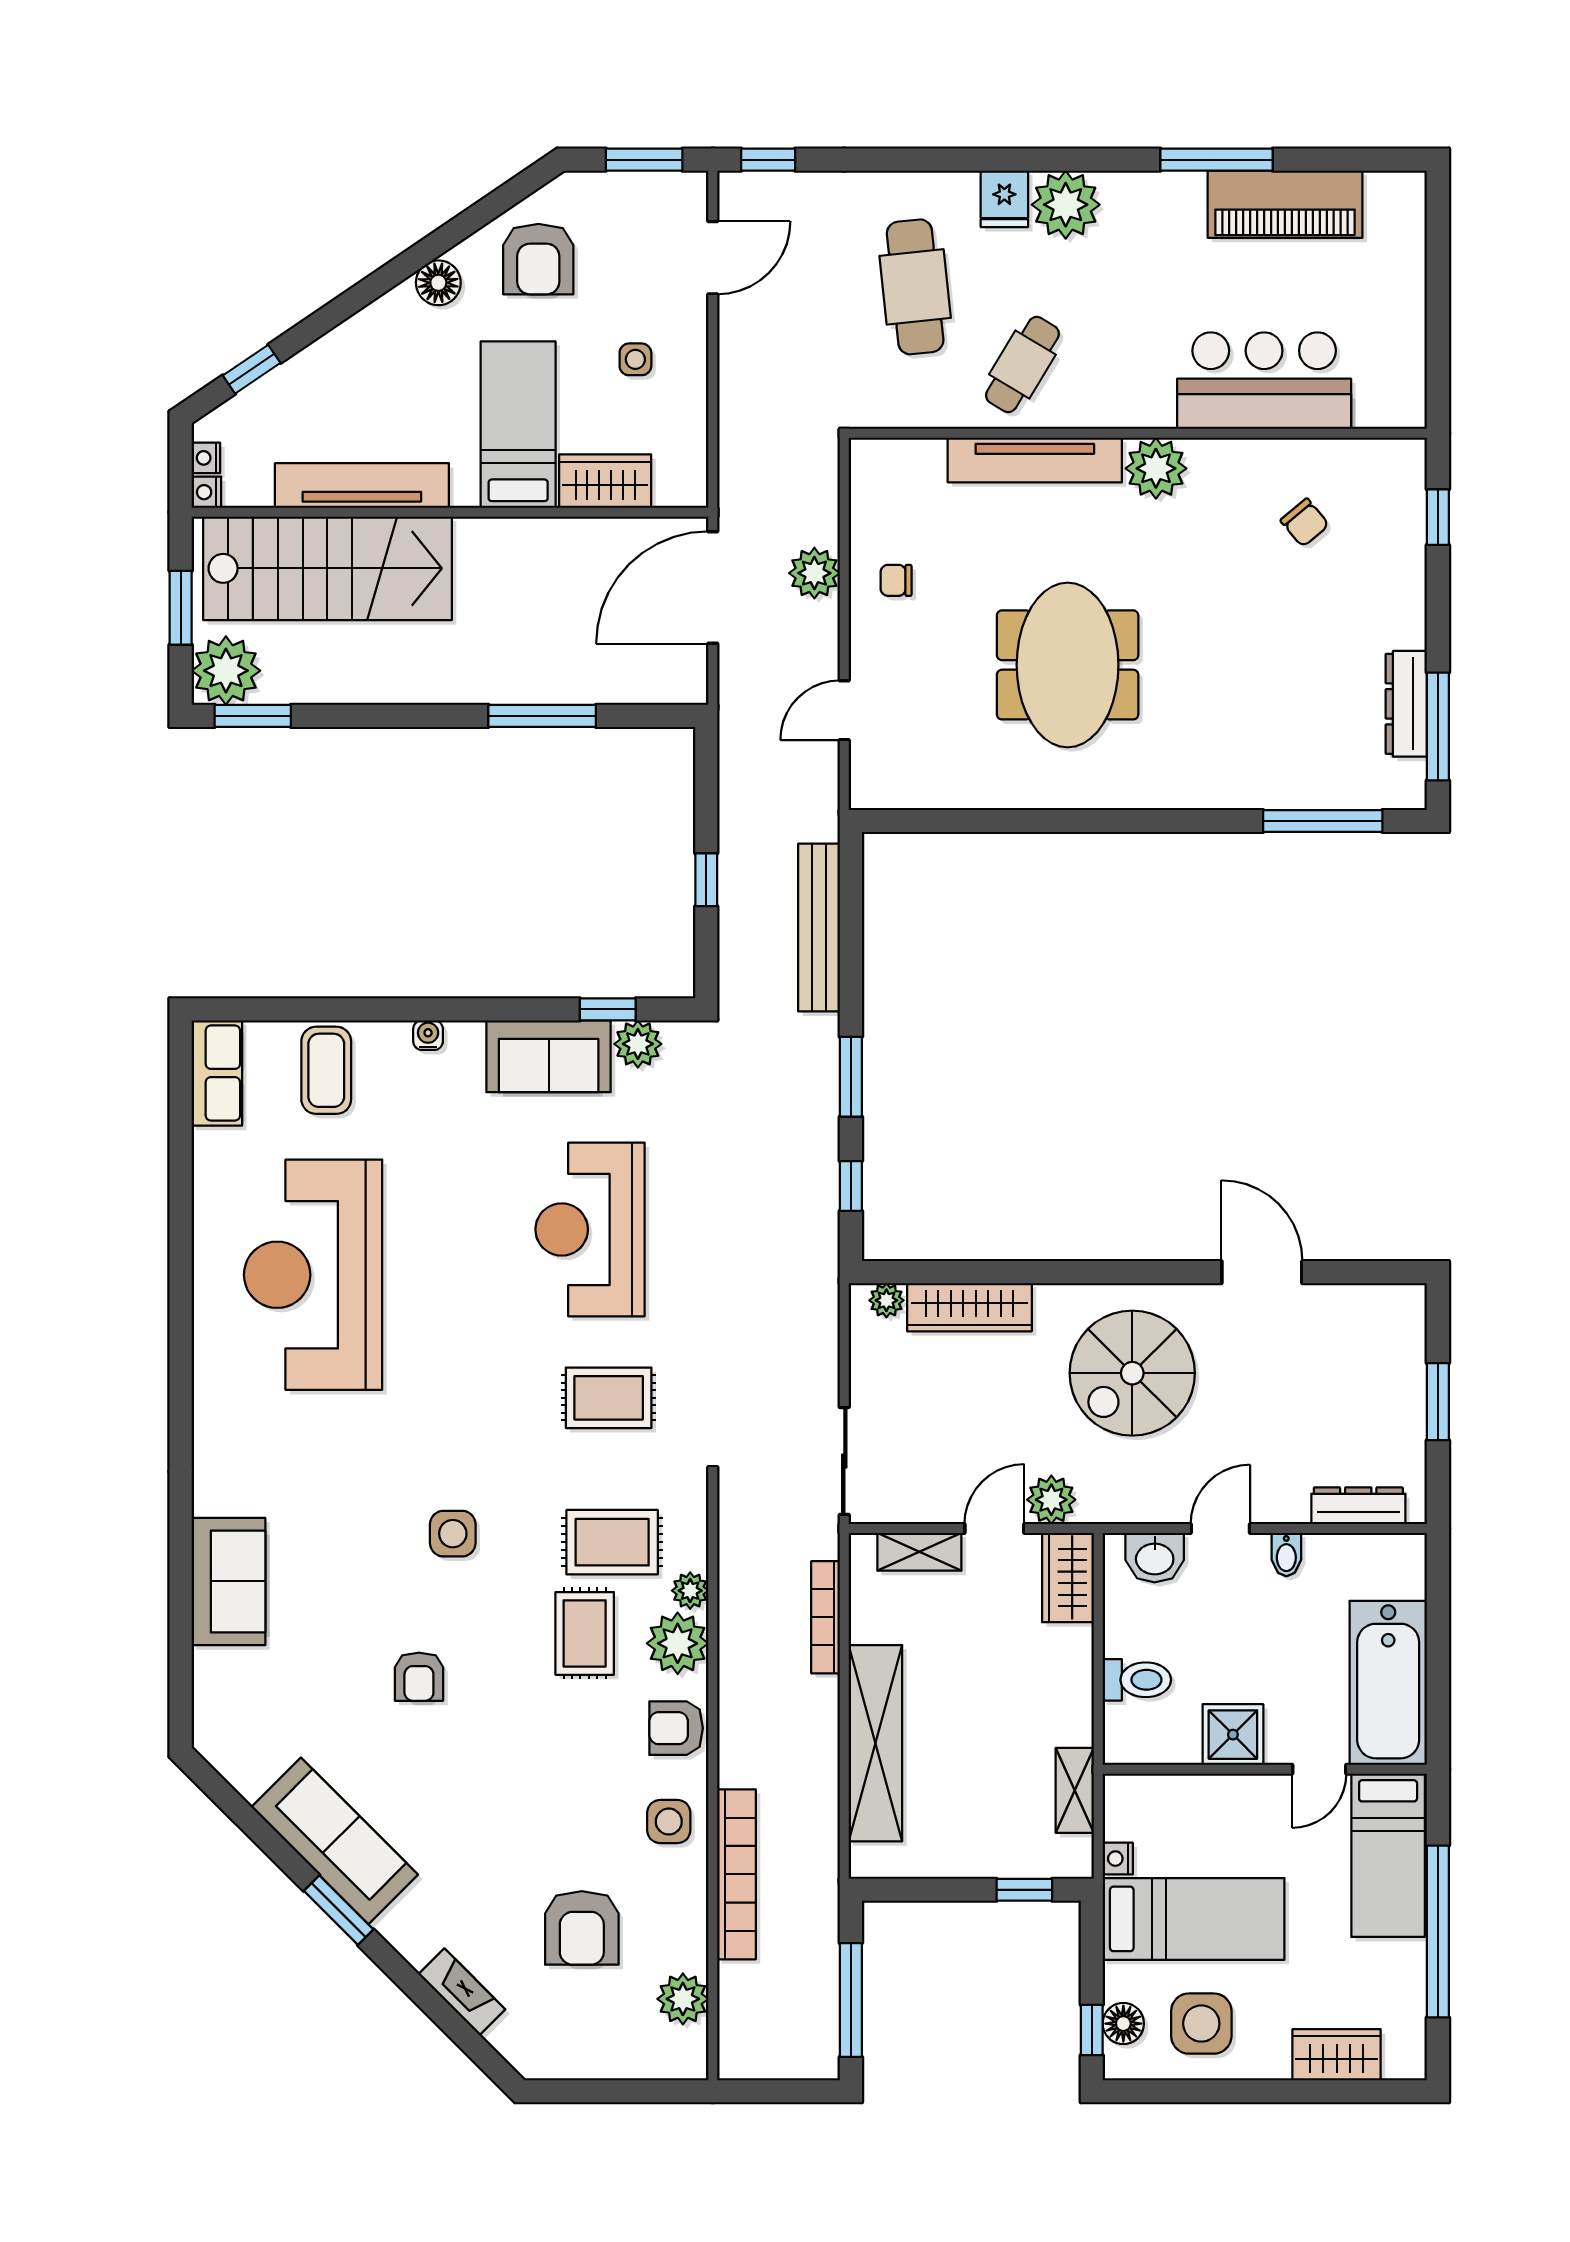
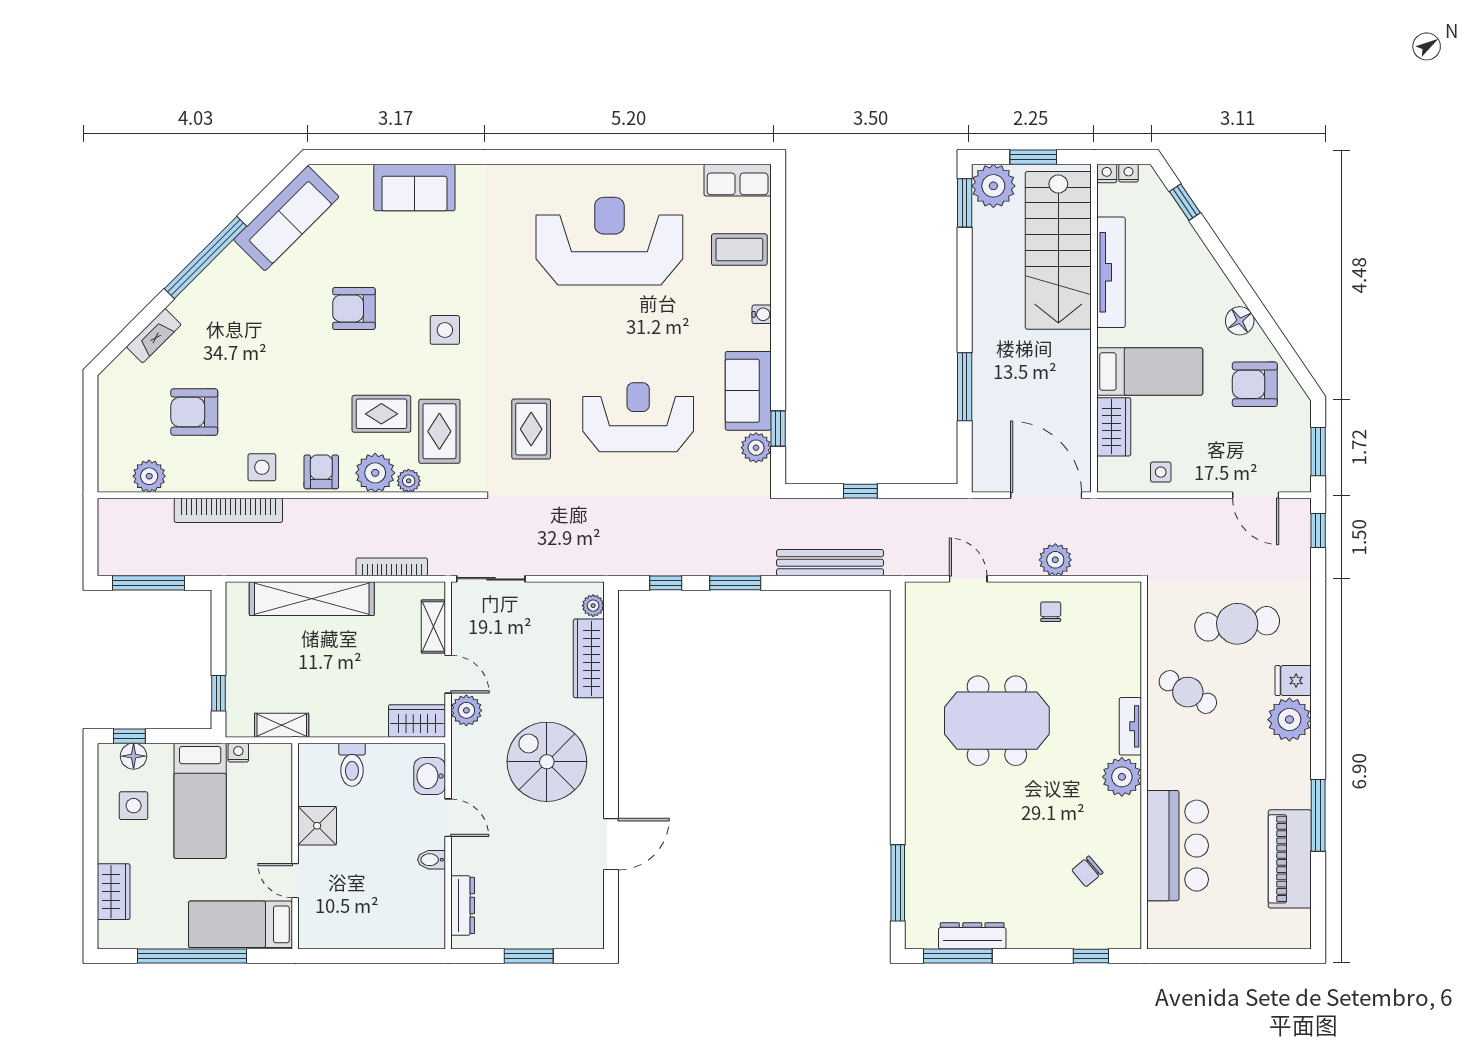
side table: (635, 359) -> (1161, 472), moved
tv unit: (1035, 460) -> (1130, 726), width x0.52, depth x0.78
armchair: (419, 1677) -> (354, 308), width x1.38, depth x1.38
bathtub: (1388, 1683) -> (350, 924), removed
sofa: (335, 1841) -> (286, 218), moved
window: (339, 1910) -> (206, 257), width x2.11
side table: (1201, 2024) -> (134, 806), width x0.73, depth x0.73

